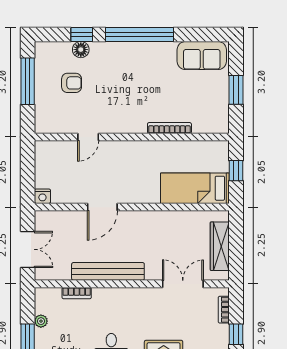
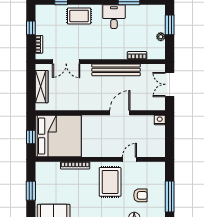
armchair: (72, 83) -> (140, 195), turned 180
rug: (117, 103) -> (110, 182), added
bed: (195, 188) -> (58, 136), width x2.04

